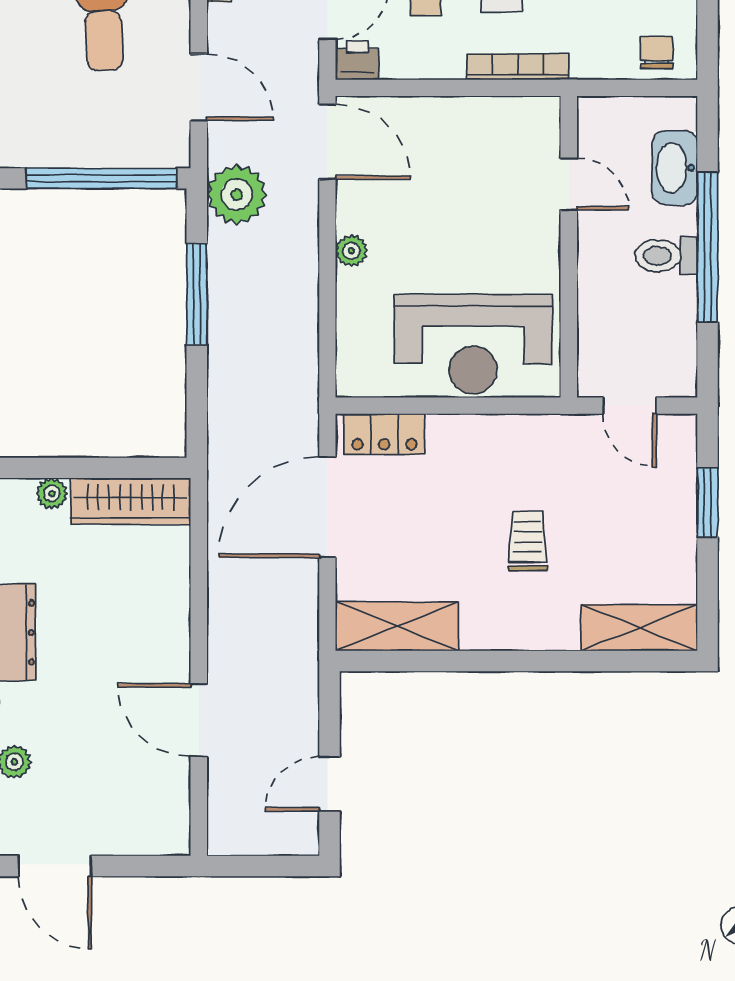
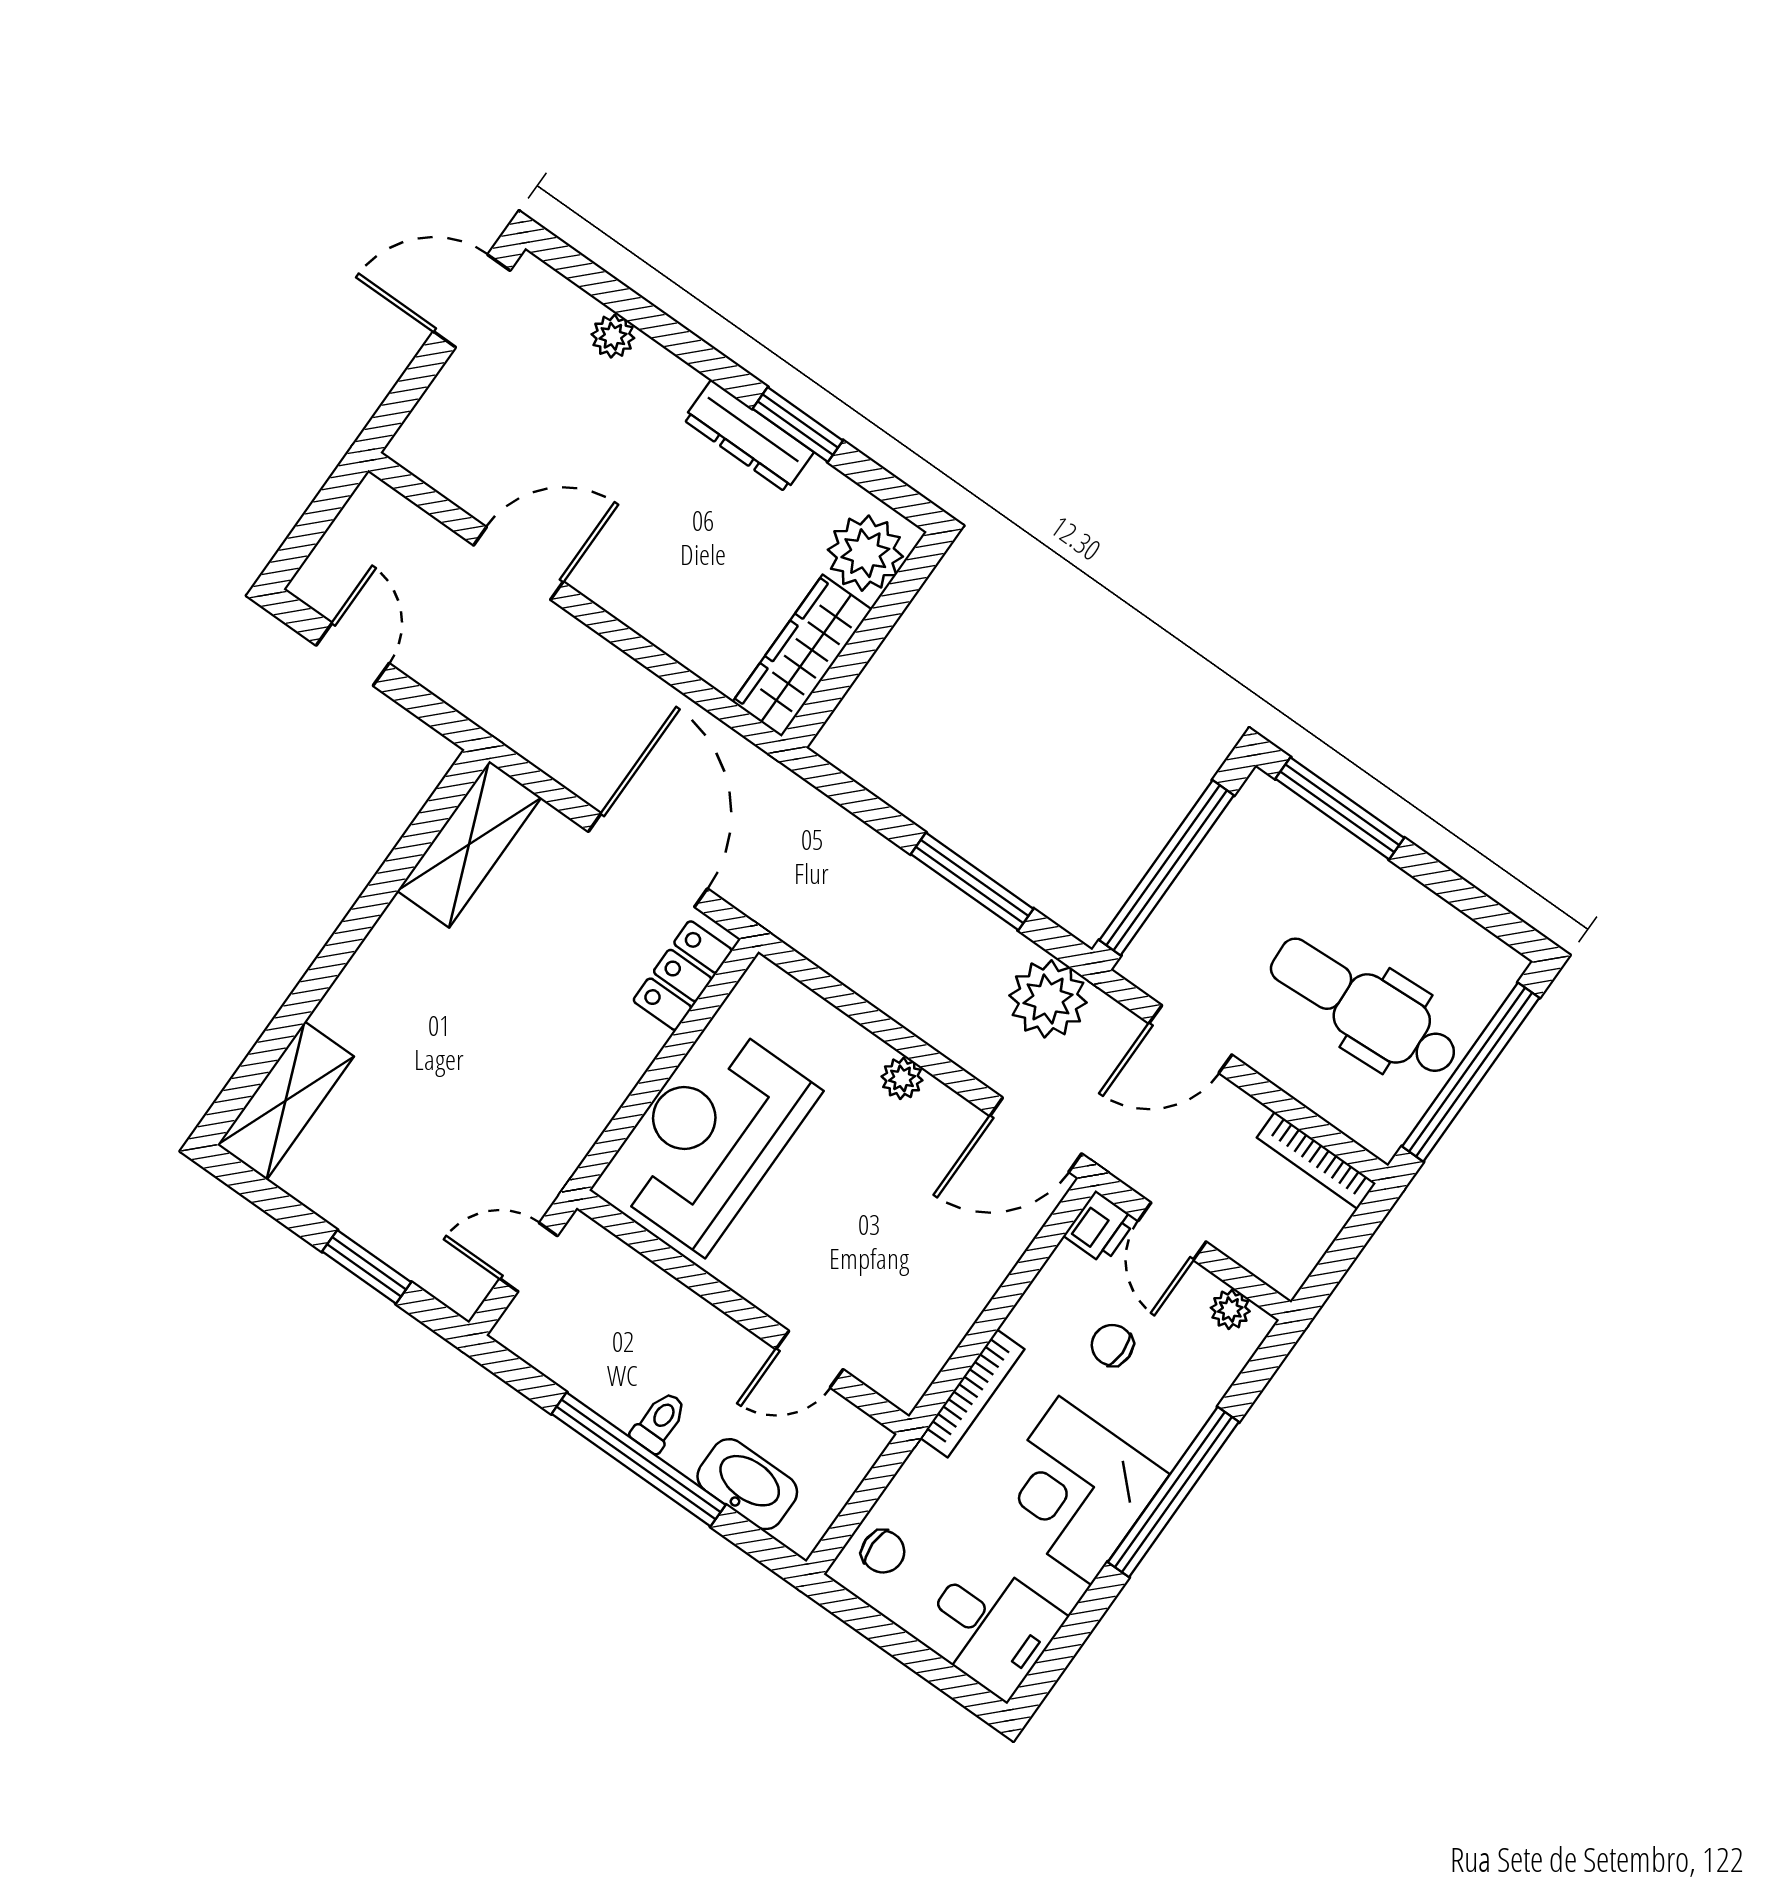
toilet: (666, 256) -> (659, 1422), width x0.73, depth x0.72
plant: (52, 494) -> (865, 553), width x1.88, depth x1.88
trolley: (528, 541) -> (461, 1047), removed

